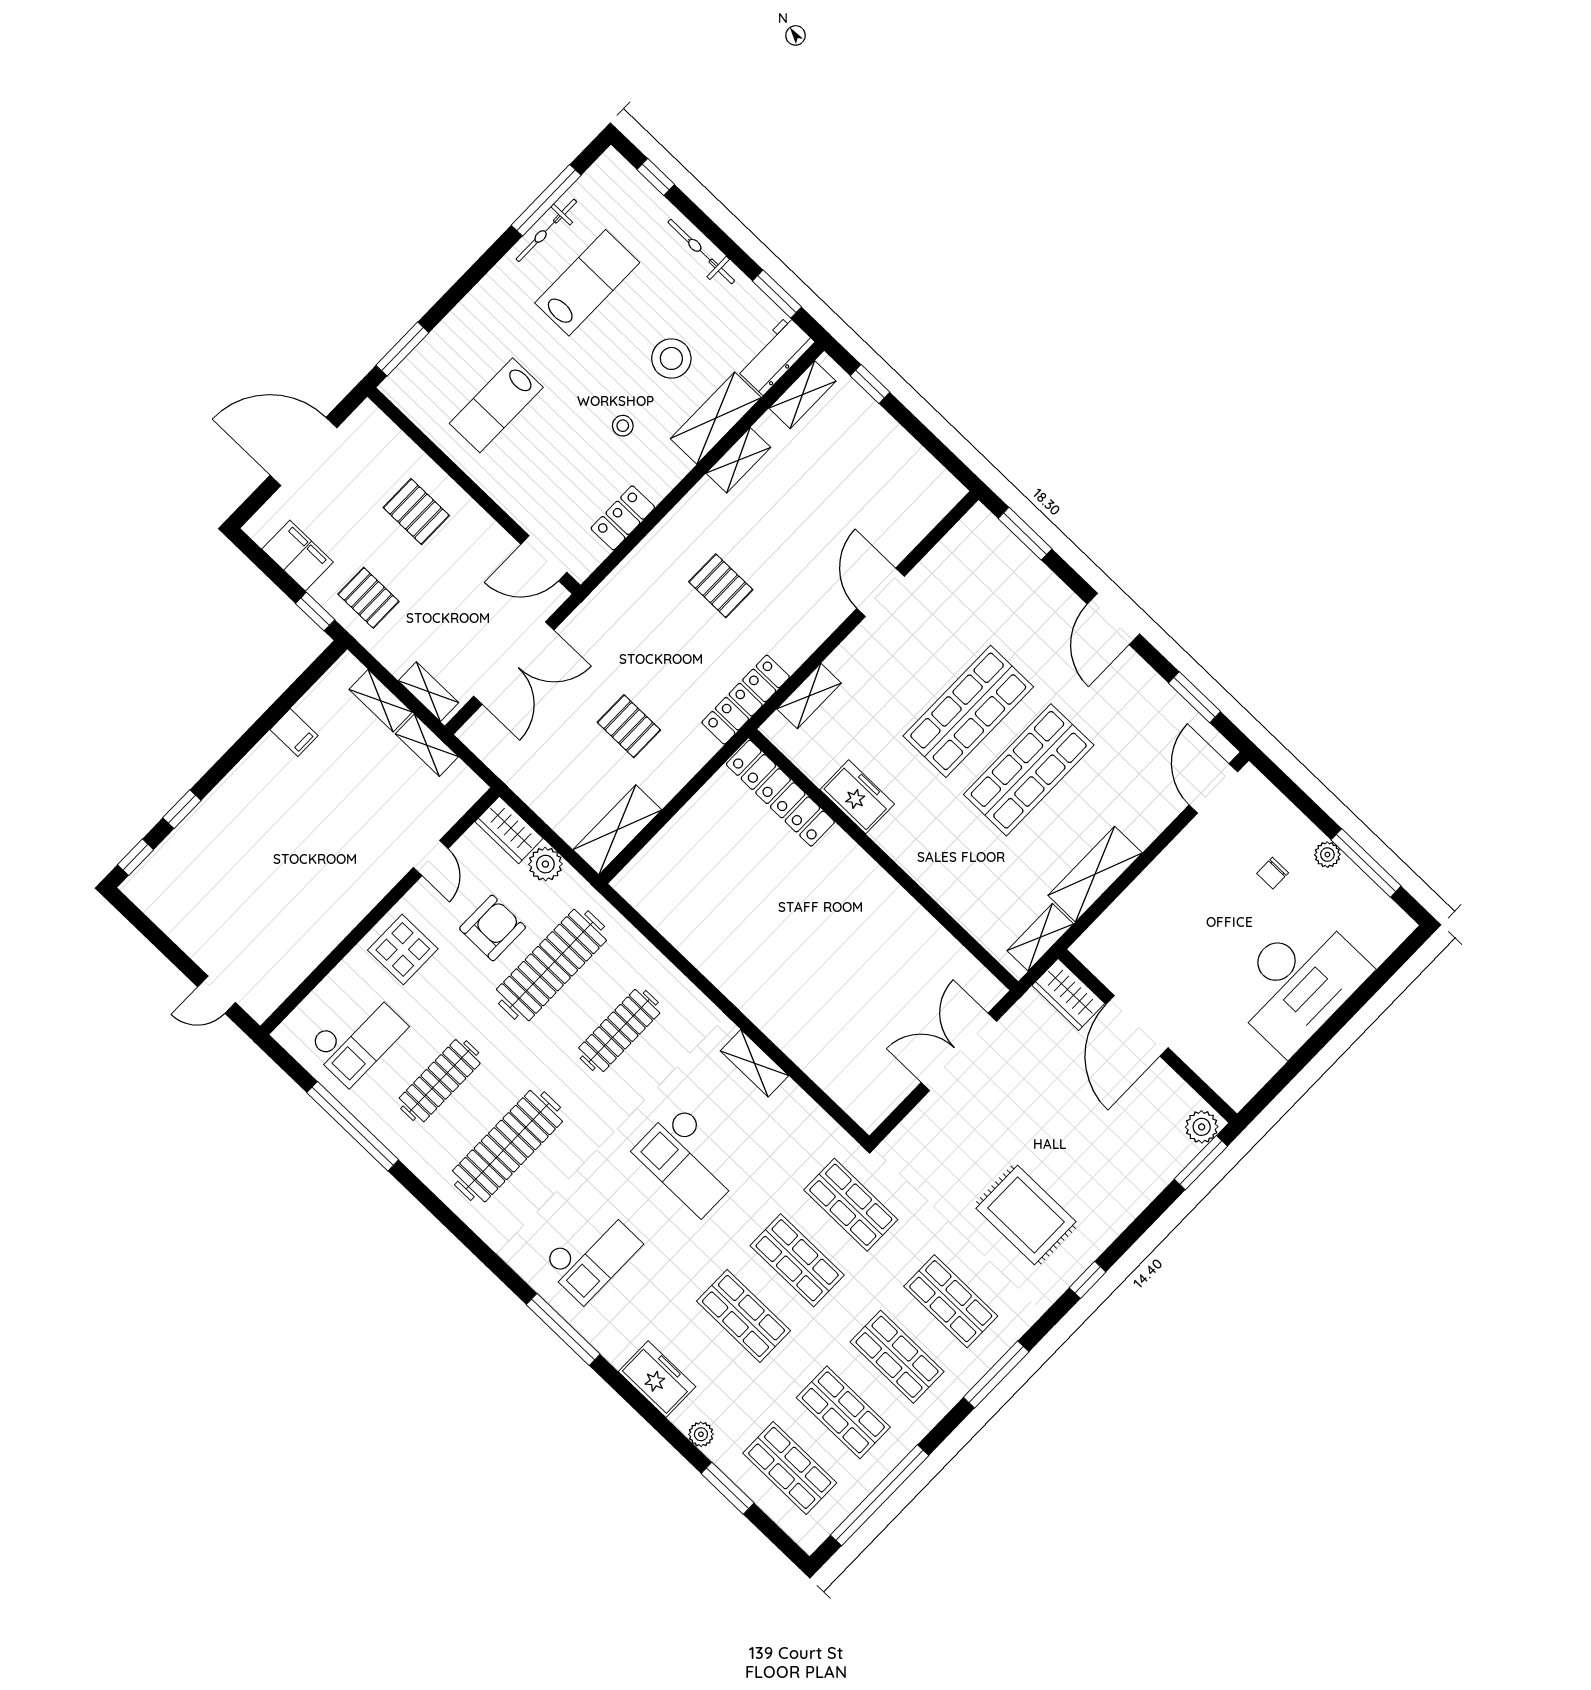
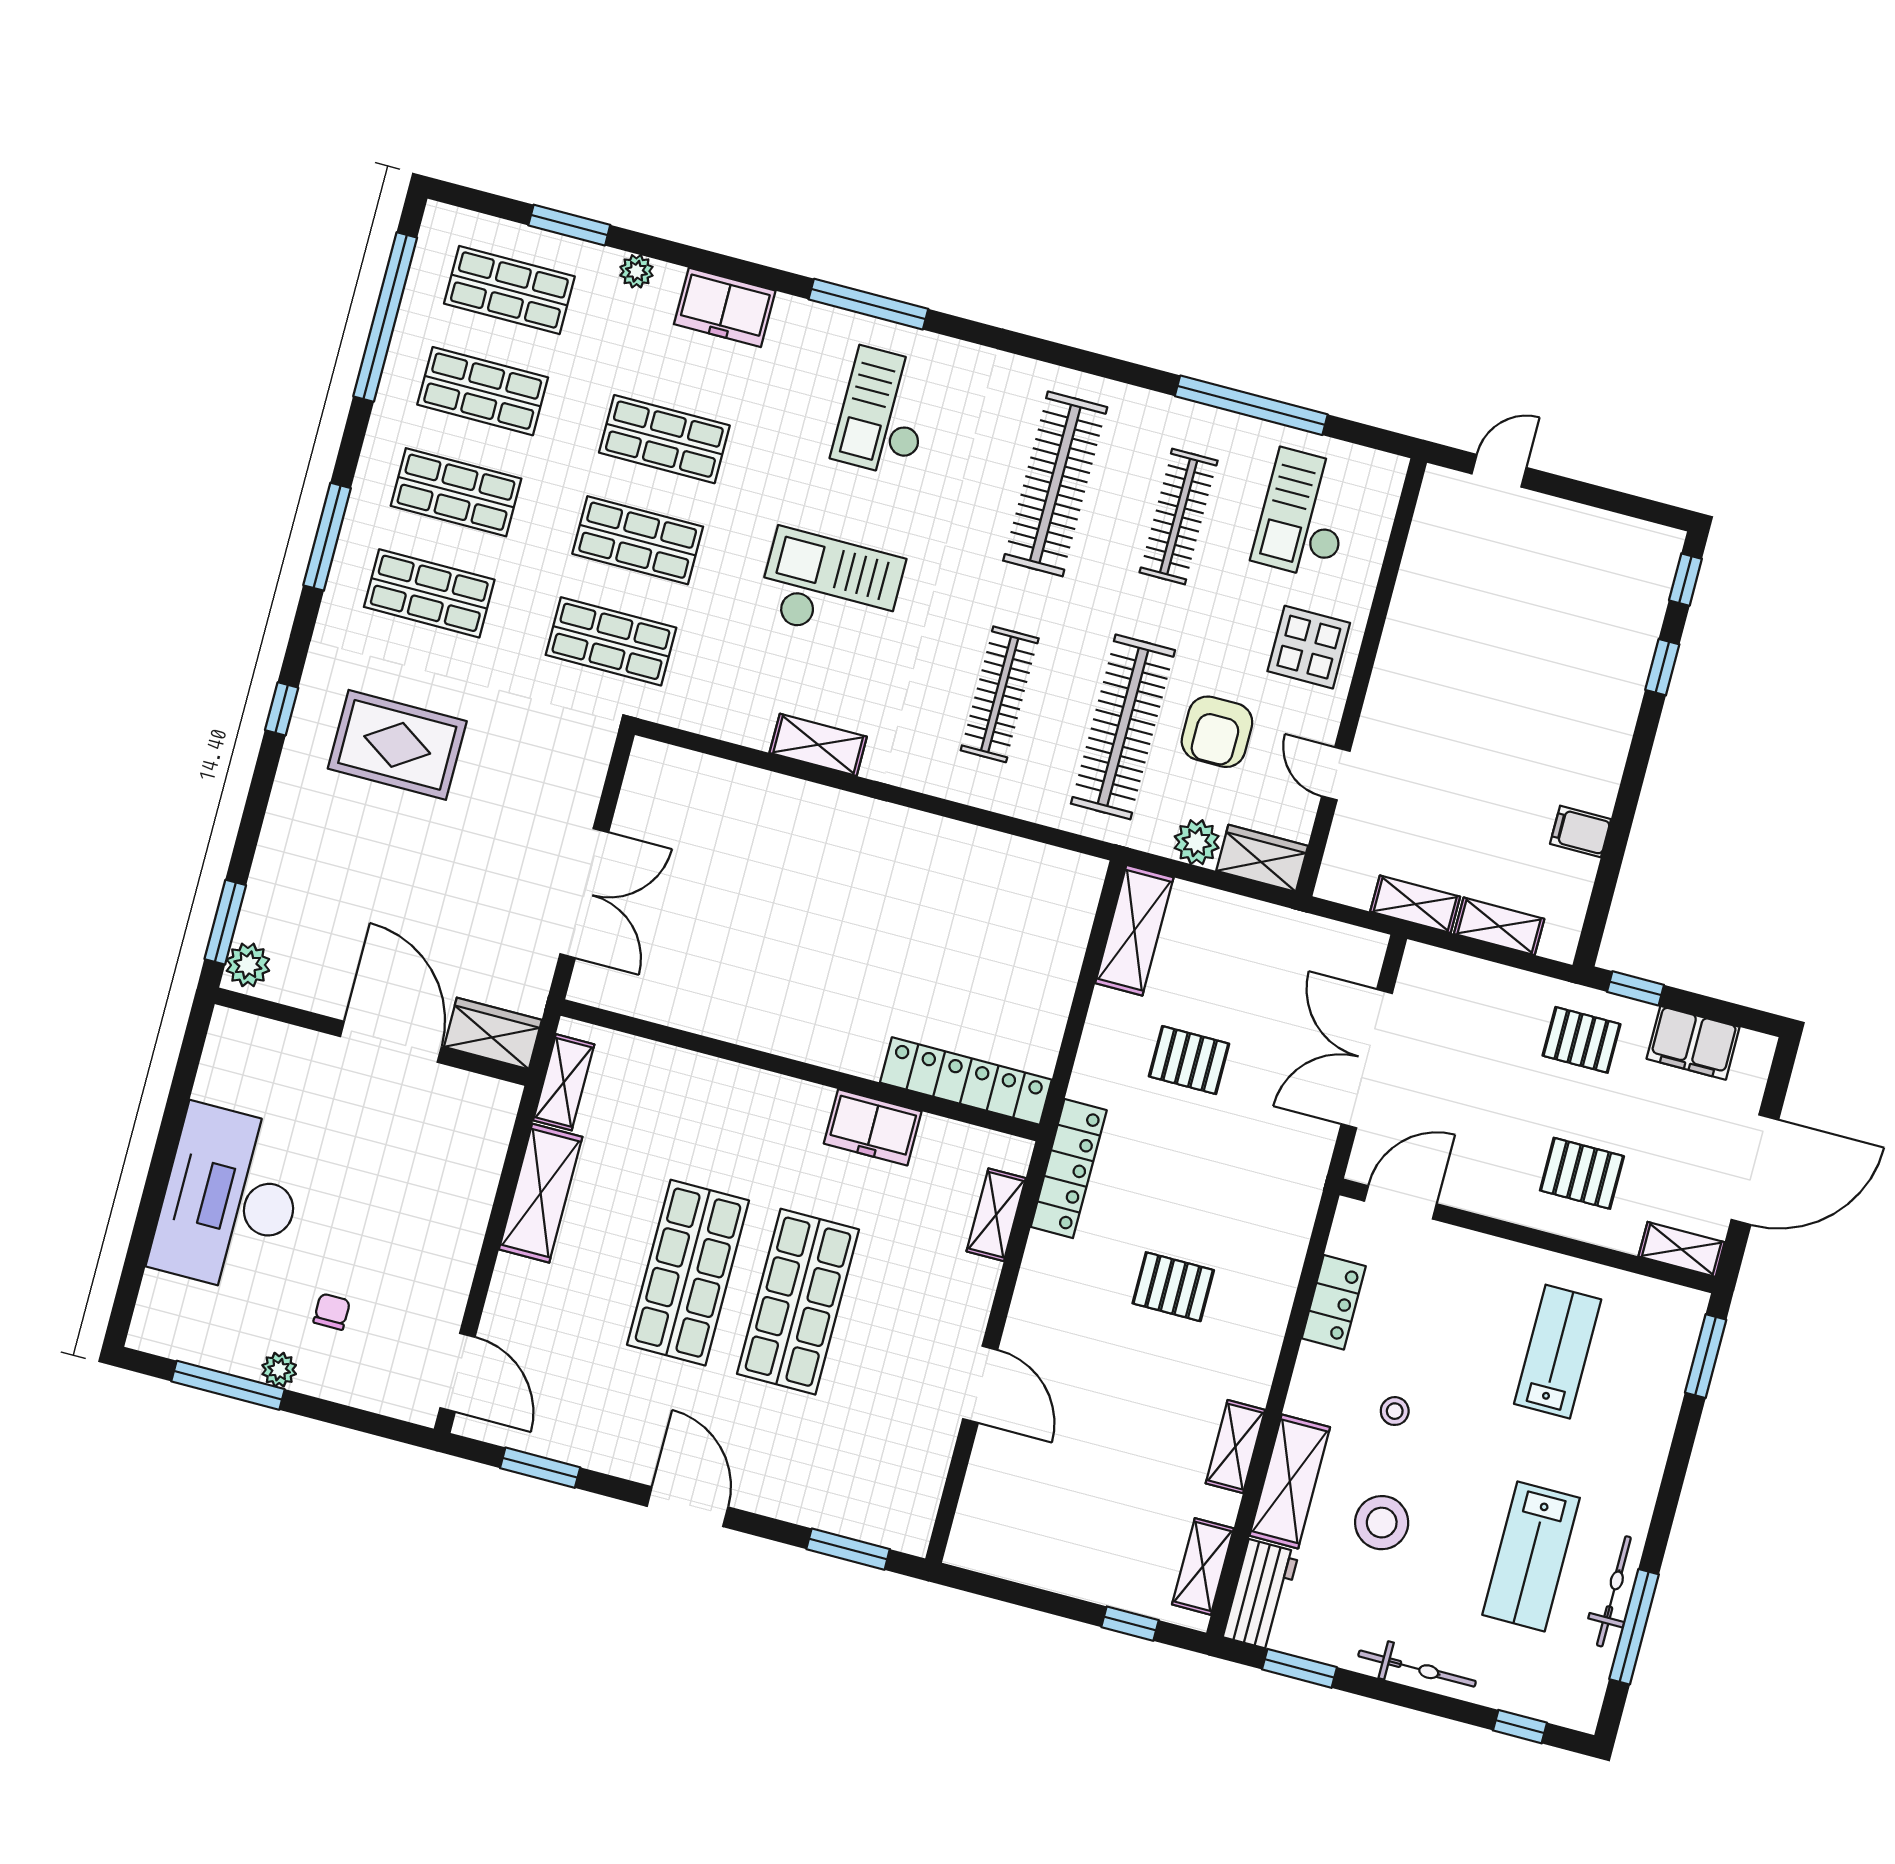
shelving: (428, 692) -> (1682, 1249), moved

